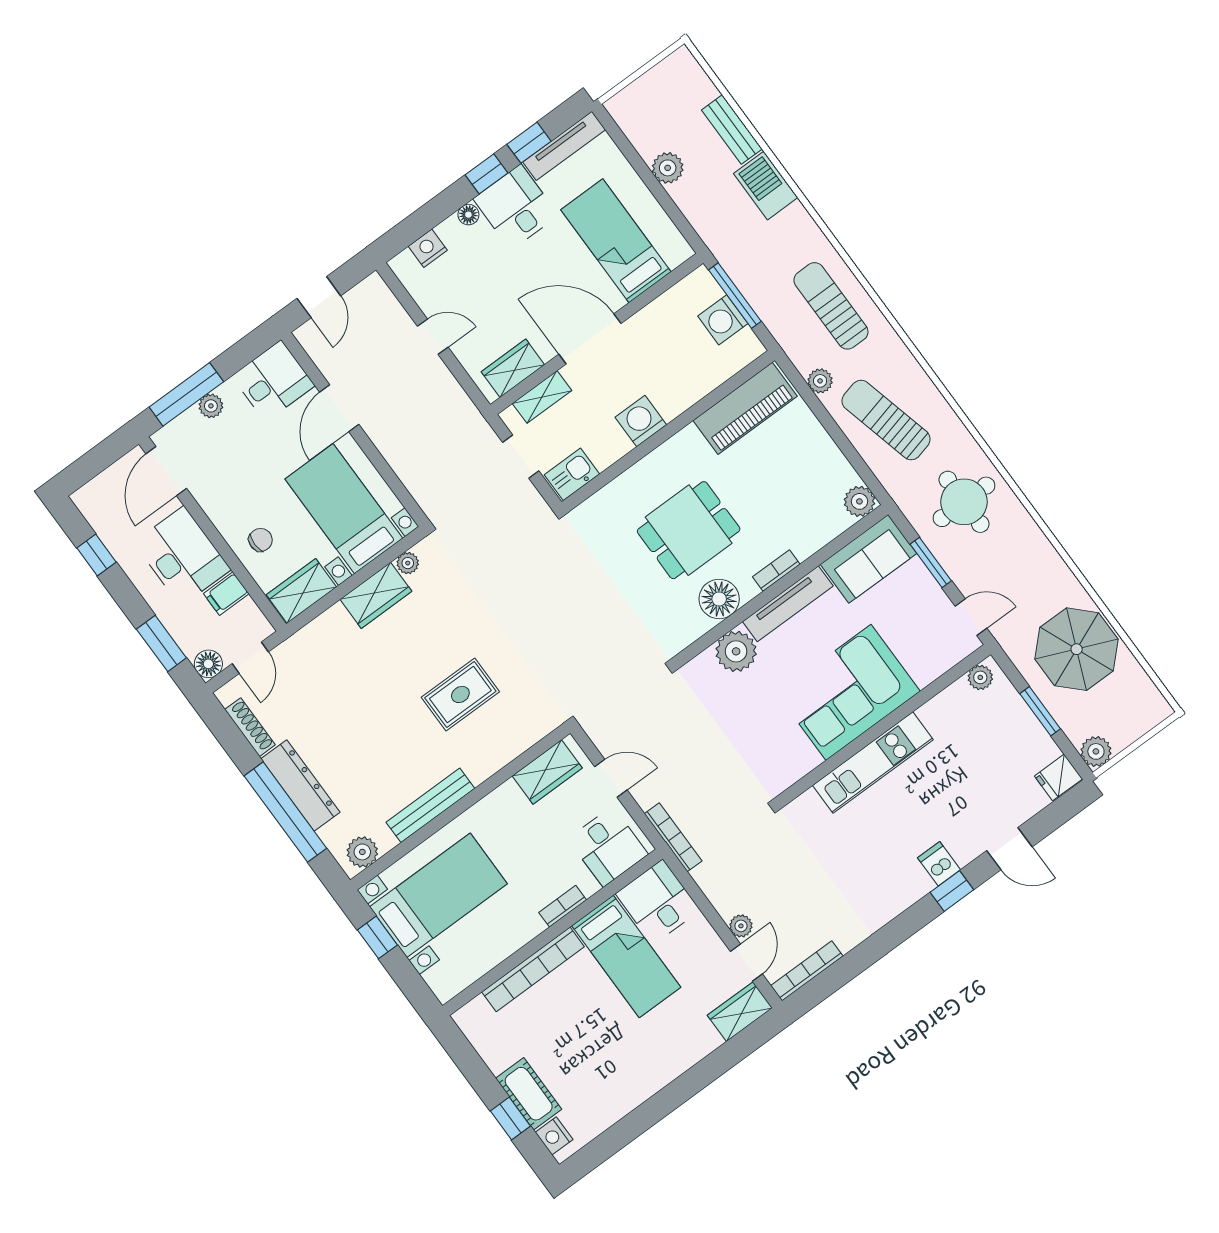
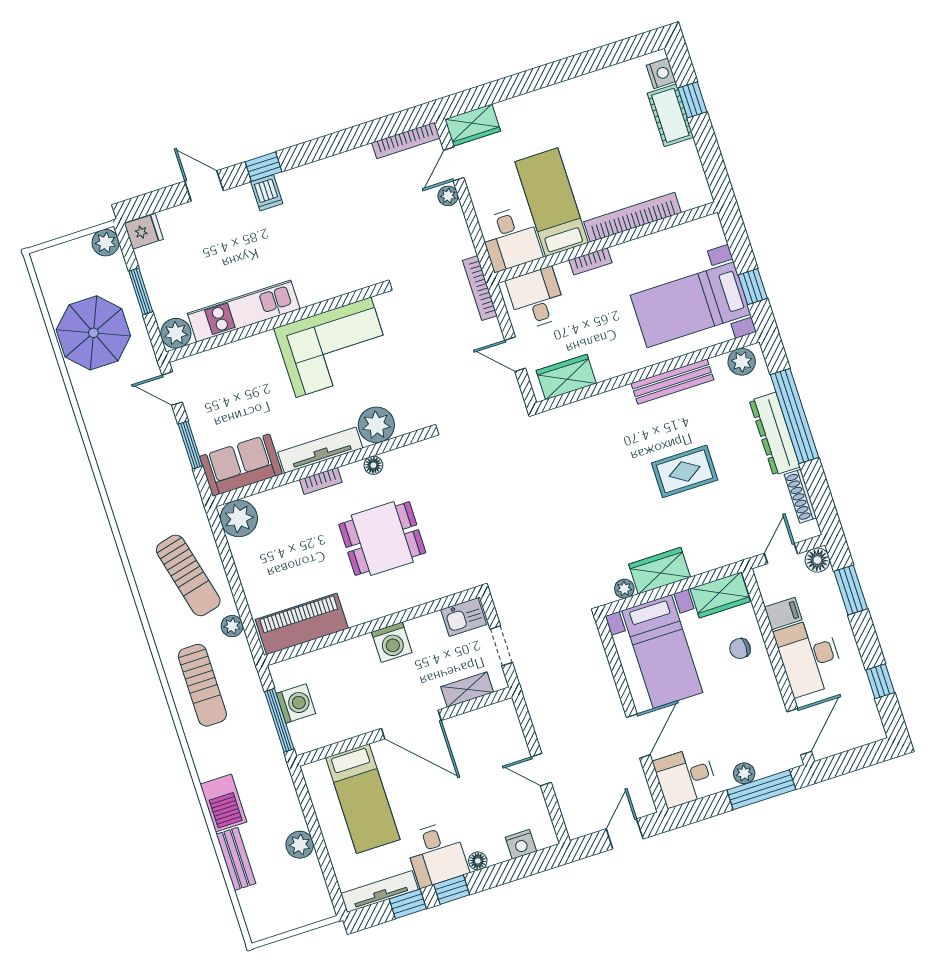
wardrobe: (513, 368) -> (483, 721), removed
plant: (859, 501) -> (239, 518), width x1.36, depth x1.36
round table: (964, 502) -> (146, 486), removed
floor lamp: (719, 599) -> (373, 465), width x0.53, depth x0.53
plant: (980, 677) -> (176, 333), width x1.38, depth x1.38
corner sofa: (849, 692) -> (333, 347), moved
rug: (460, 694) -> (685, 471), moved
kitchen unit: (873, 763) -> (244, 311), moved

